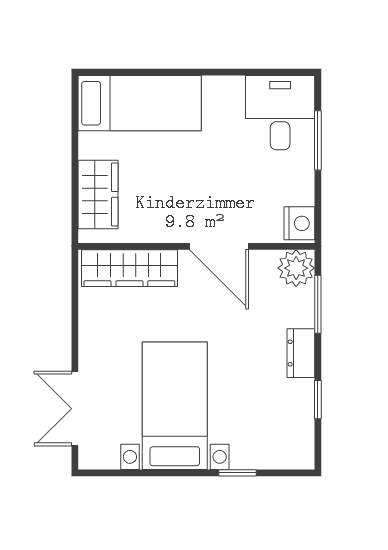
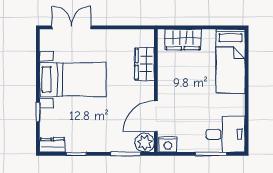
door: (219, 246) -> (156, 116), moved
wardrobe: (129, 268) -> (145, 64), width x0.67
dresser: (301, 353) -> (52, 145), moved

